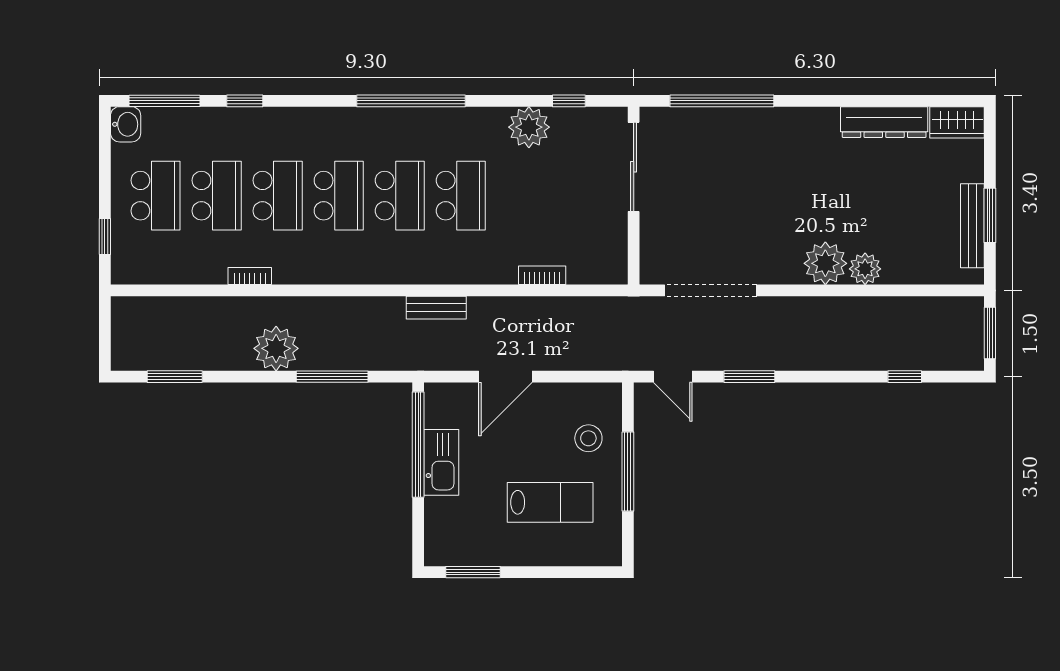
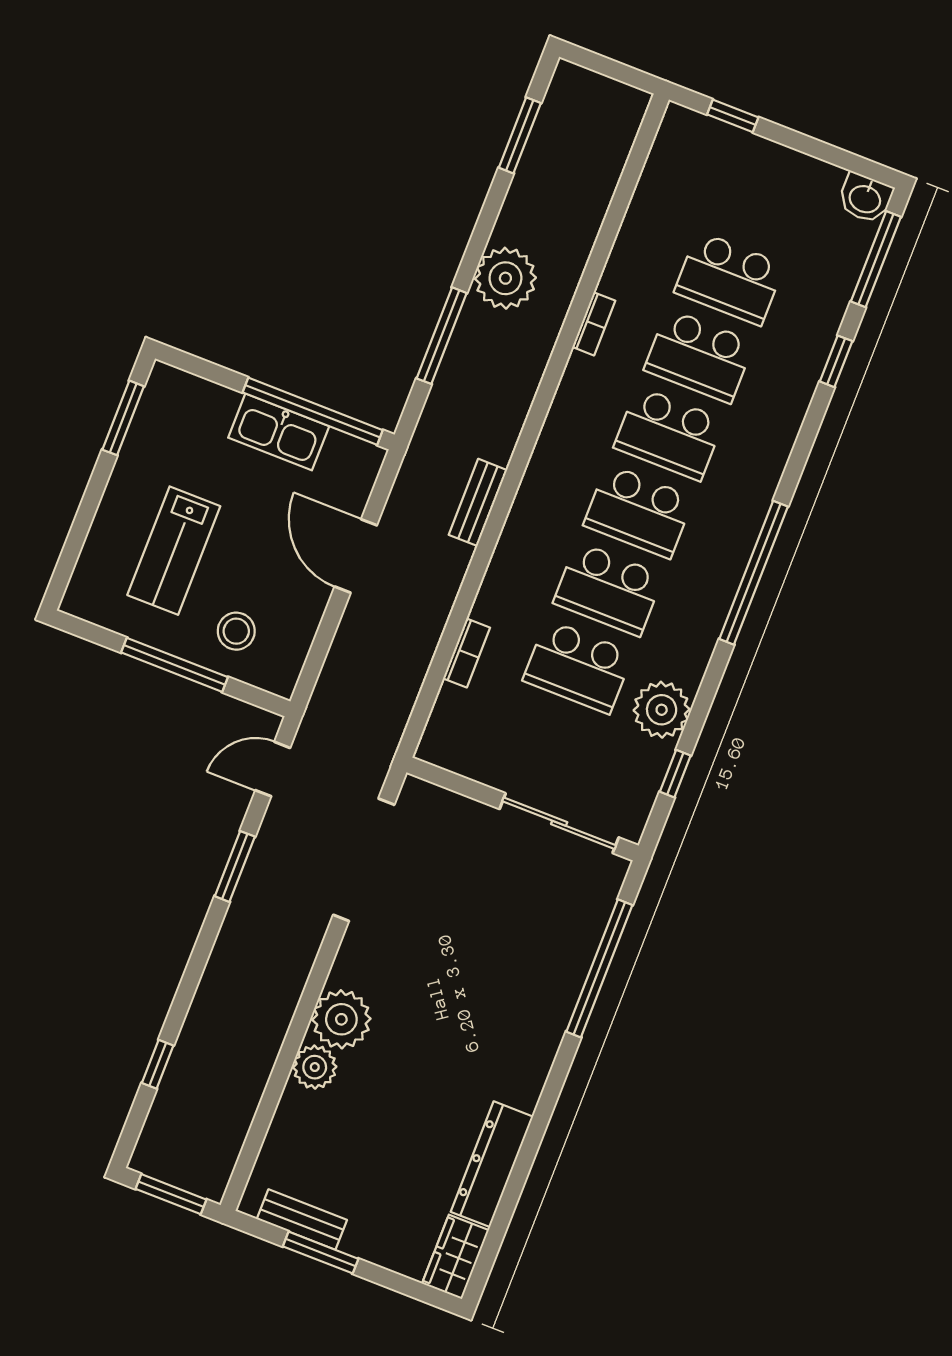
school desk: (156, 196) -> (578, 667), moved
bench: (972, 226) -> (302, 1220), width x0.73
bookcase: (250, 276) -> (594, 324), moved

